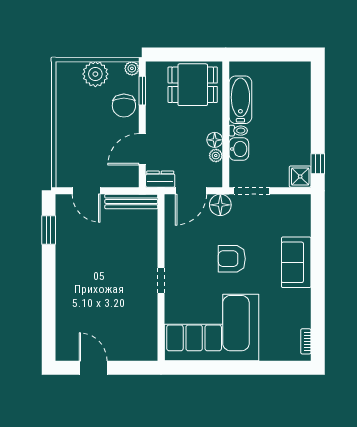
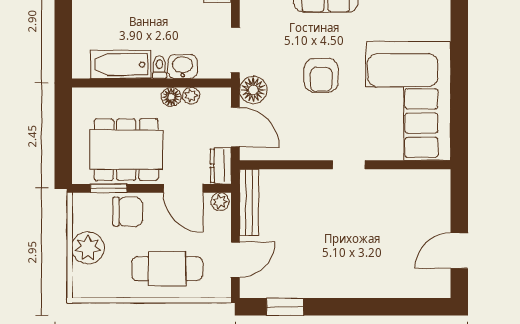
plant: (132, 68) -> (220, 202), moved
dining table: (193, 85) -> (126, 150), moved, width x1.38
cafe table: (79, 137) -> (167, 269), added

